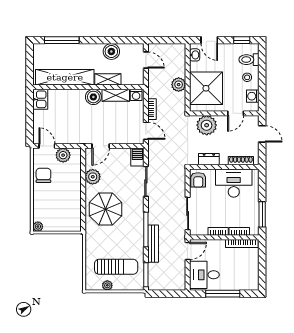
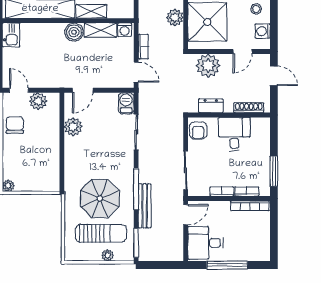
desk: (234, 183) -> (234, 134), width x0.73
parasol: (106, 209) -> (100, 198), moved
plant: (107, 285) -> (108, 255), moved

